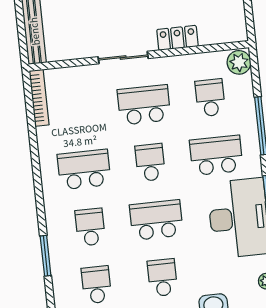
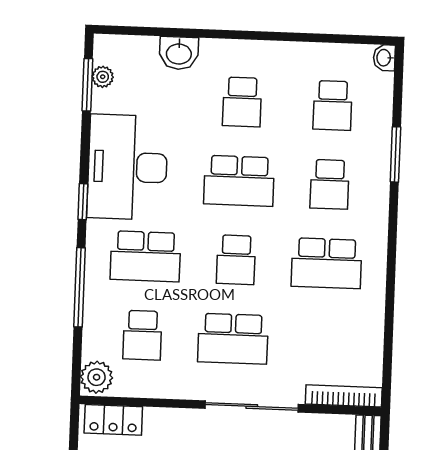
locker: (177, 38) -> (113, 420), moved
sliding door: (123, 58) -> (252, 406), width x1.37
bookcase: (39, 98) -> (344, 396), moved, turned 90

